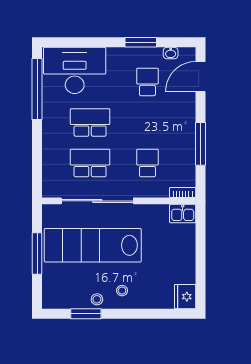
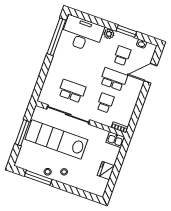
plant: (115, 56) -> (109, 34), added
door: (201, 77) -> (151, 73), moved
school desk: (90, 122) -> (114, 79), moved
window: (201, 144) -> (140, 103), removed
fridge: (185, 297) -> (106, 171), moved
window: (86, 314) -> (38, 178), width x1.44

